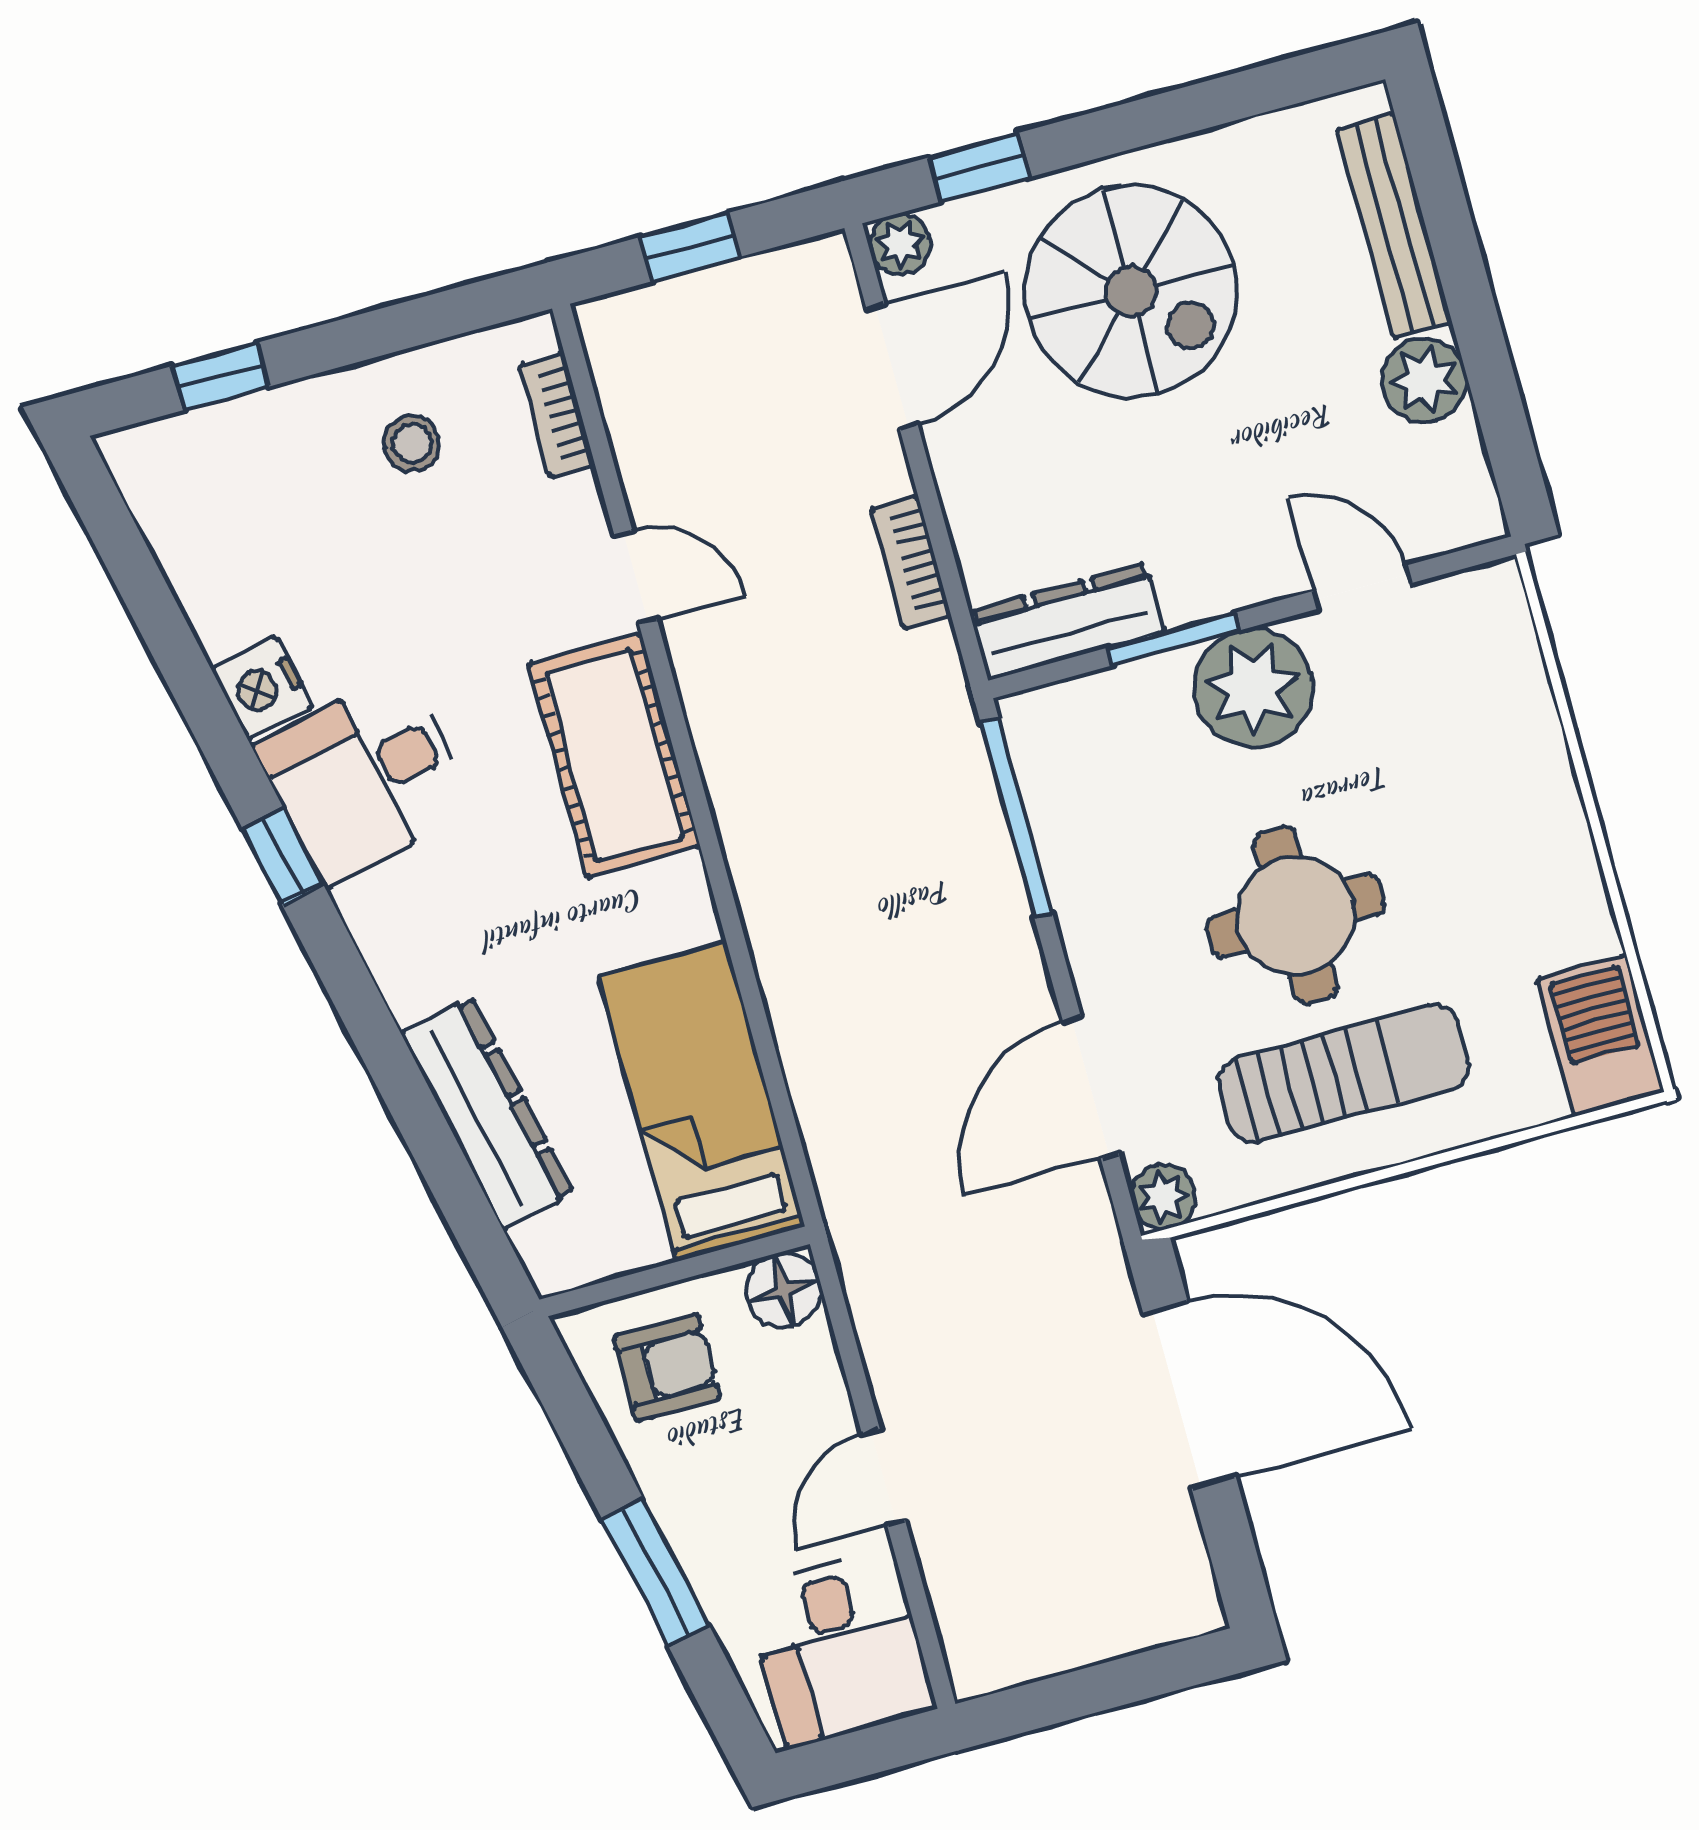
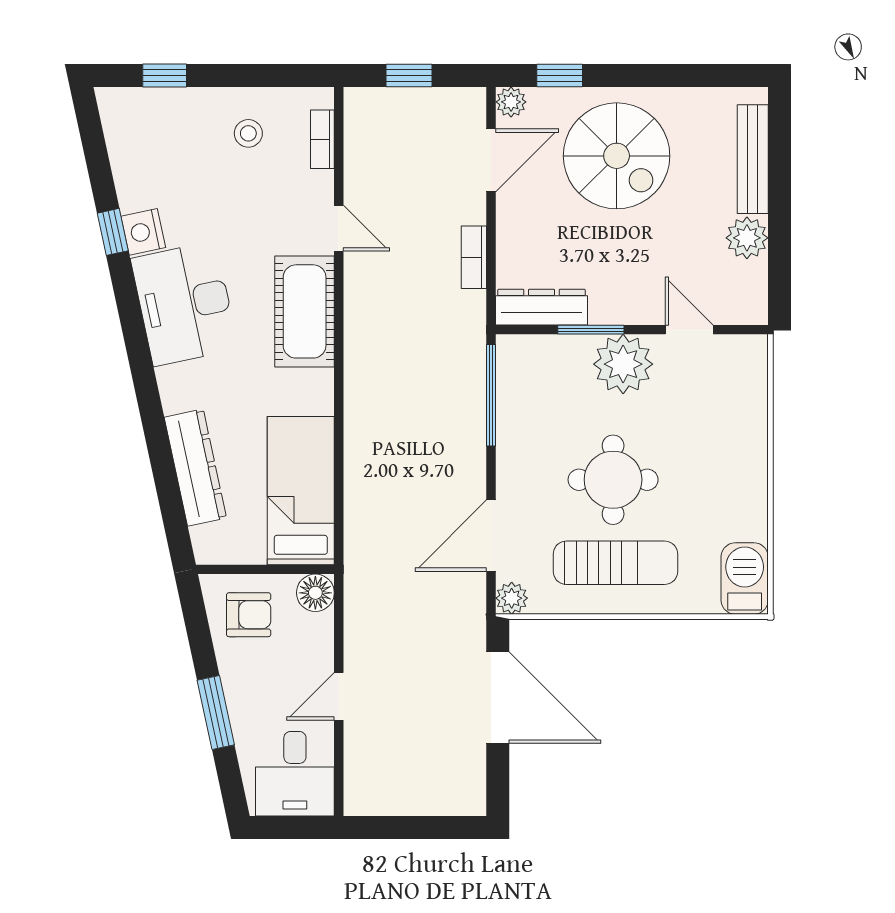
desk: (365, 777) -> (184, 304), width x1.37
window: (283, 856) -> (113, 232), moved

